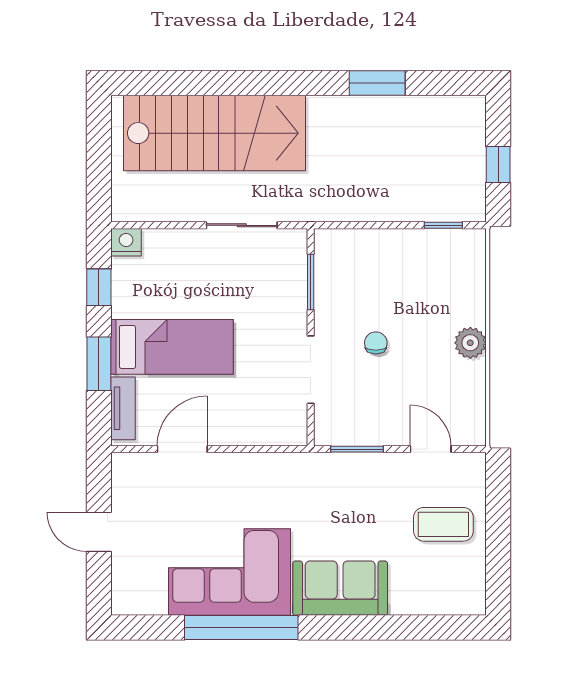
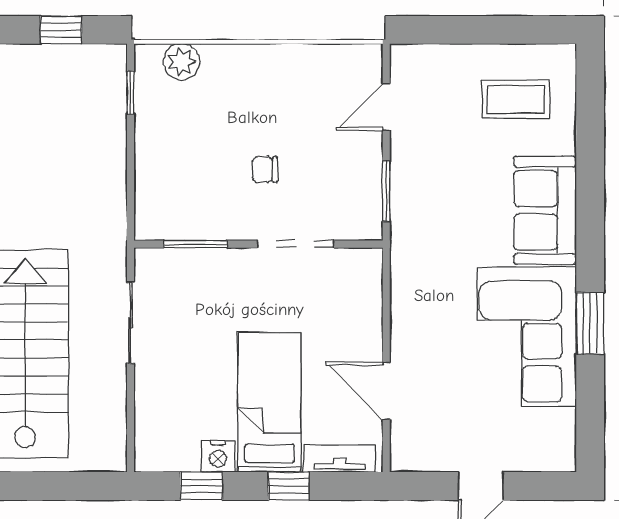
nightstand: (126, 242) -> (218, 456), moved, turned -90
plant: (470, 343) -> (182, 62), moved
window: (99, 364) -> (289, 486), width x0.67
coffee table: (443, 524) -> (516, 99), moved, turned 90
window: (241, 628) -> (590, 323), width x0.47

